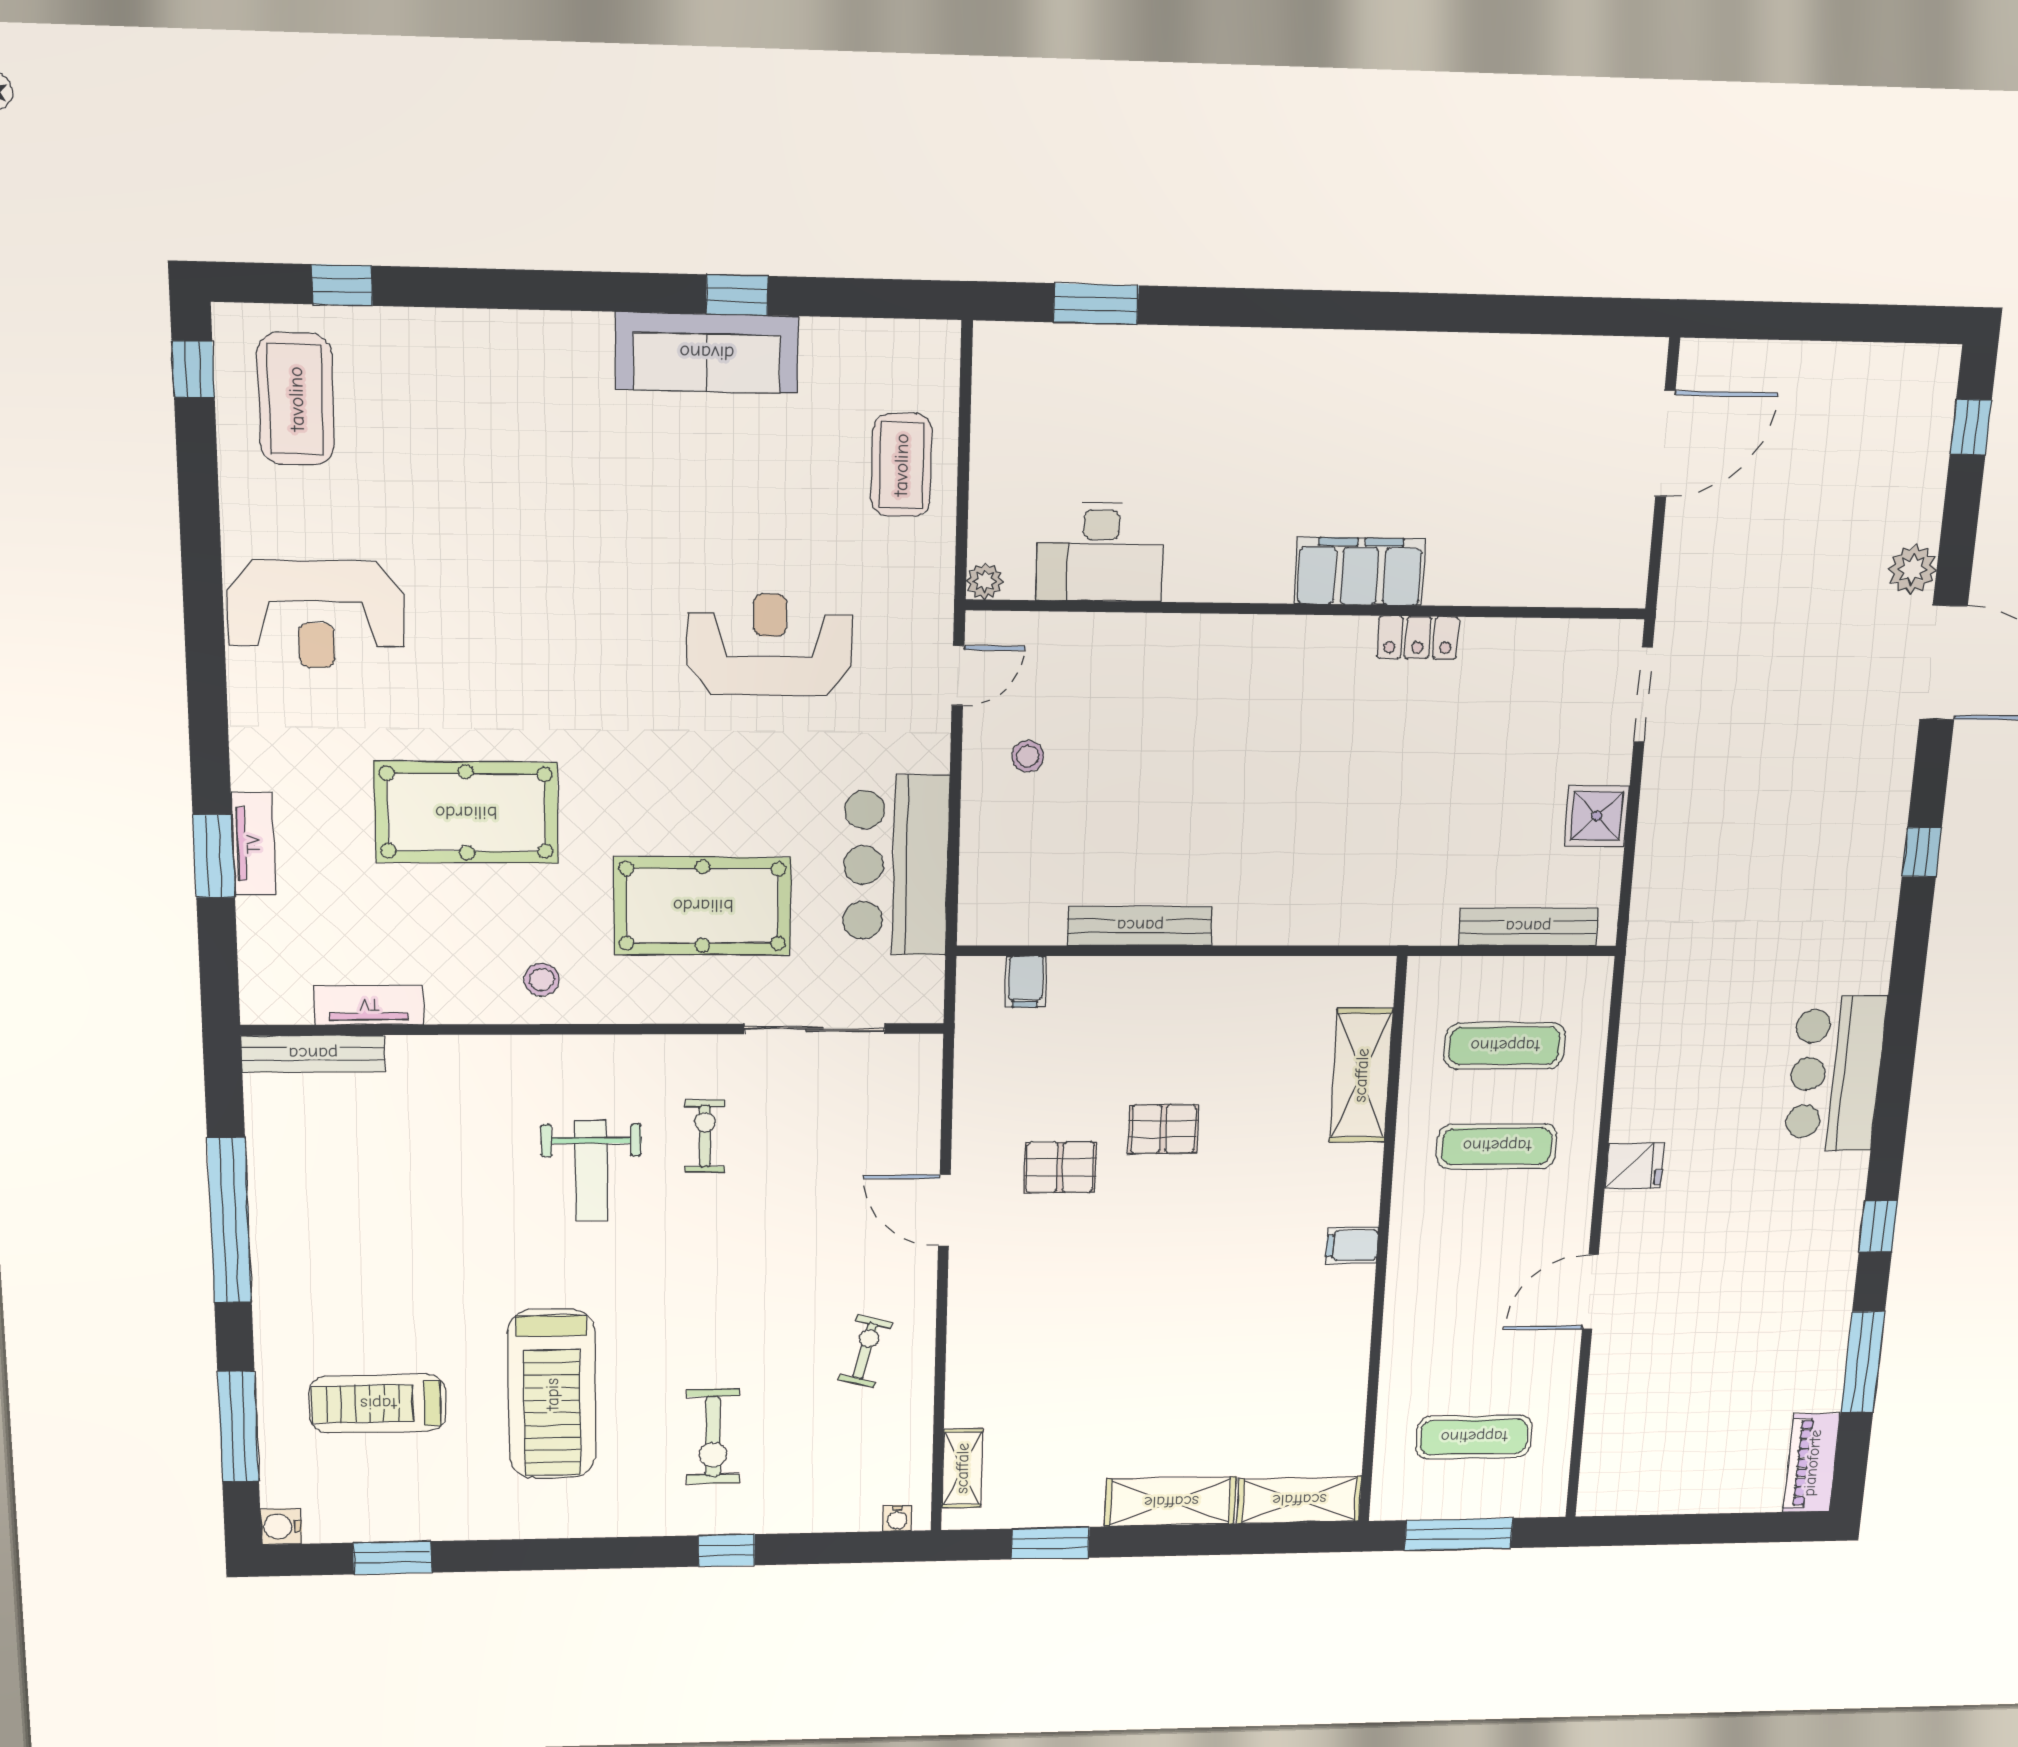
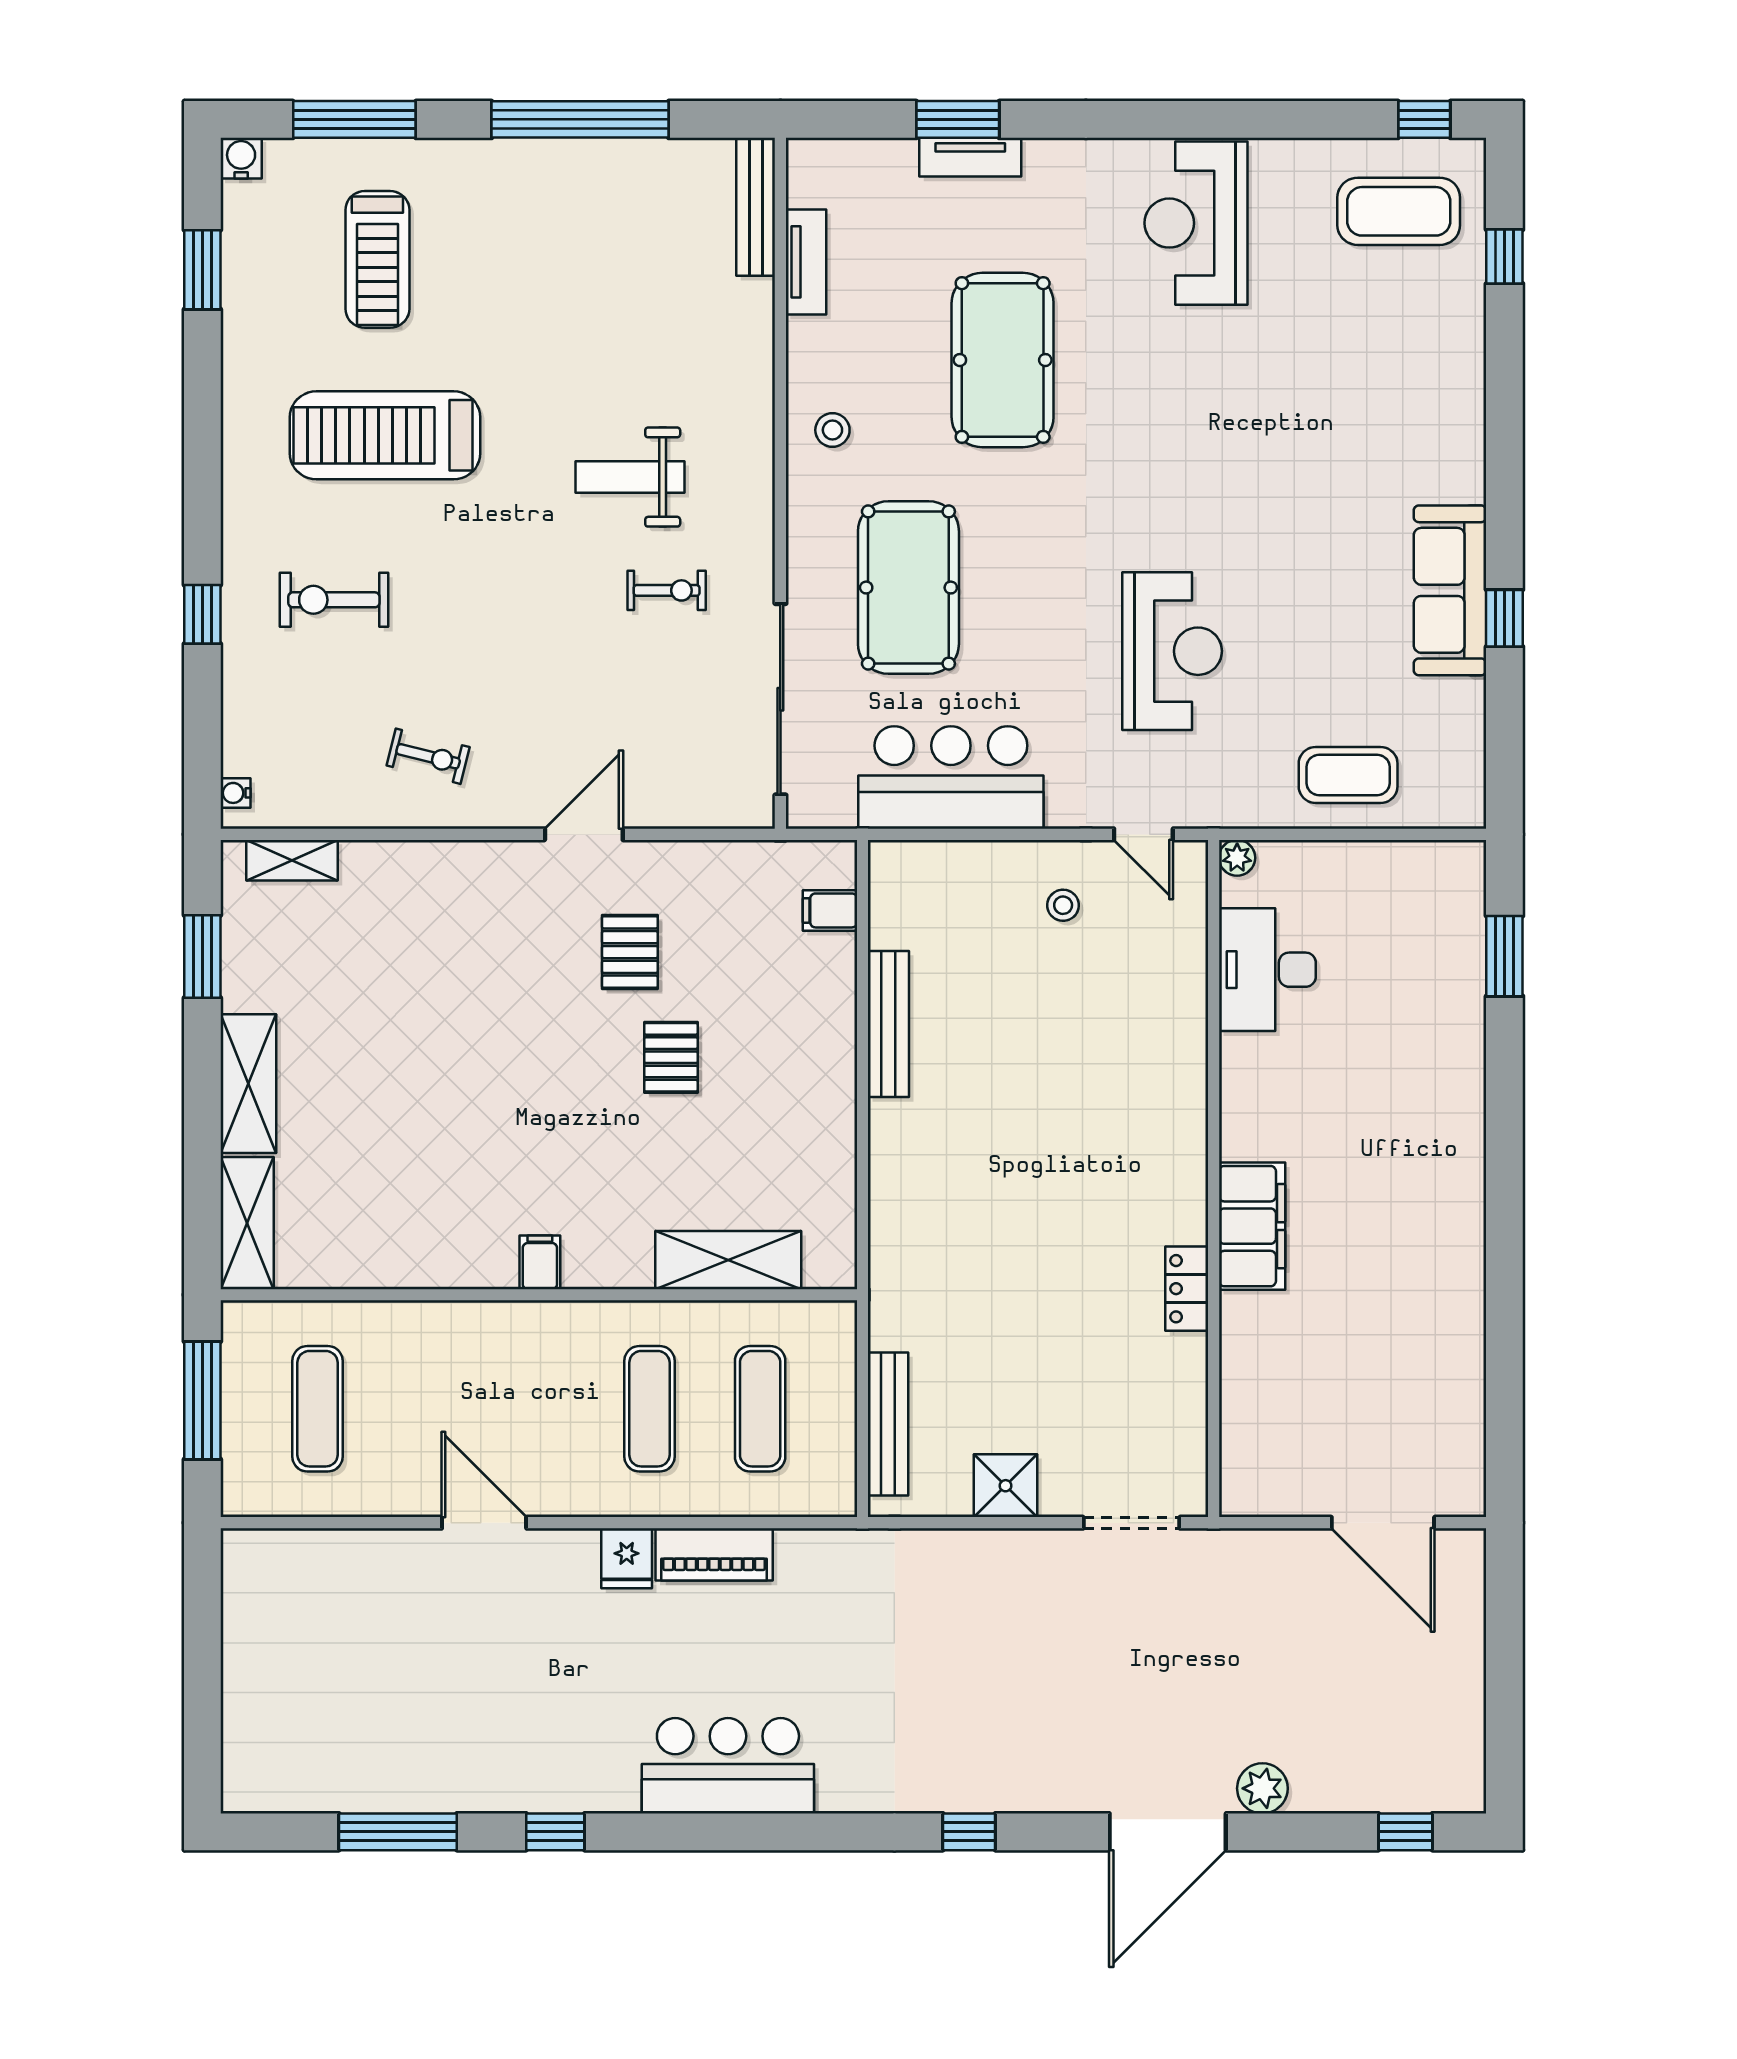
sliding door: (814, 1029) -> (780, 699), width x1.36
treadmill: (378, 1404) -> (377, 259), turned 180
piano: (1812, 1463) -> (714, 1554), moved, turned 180

